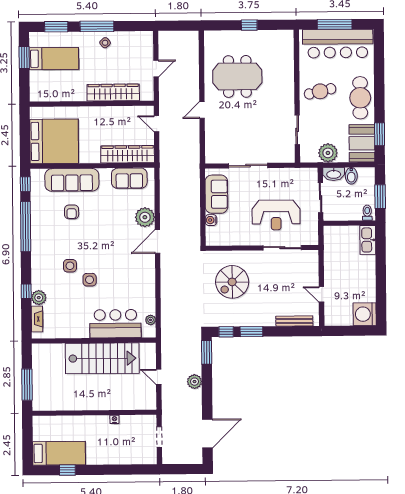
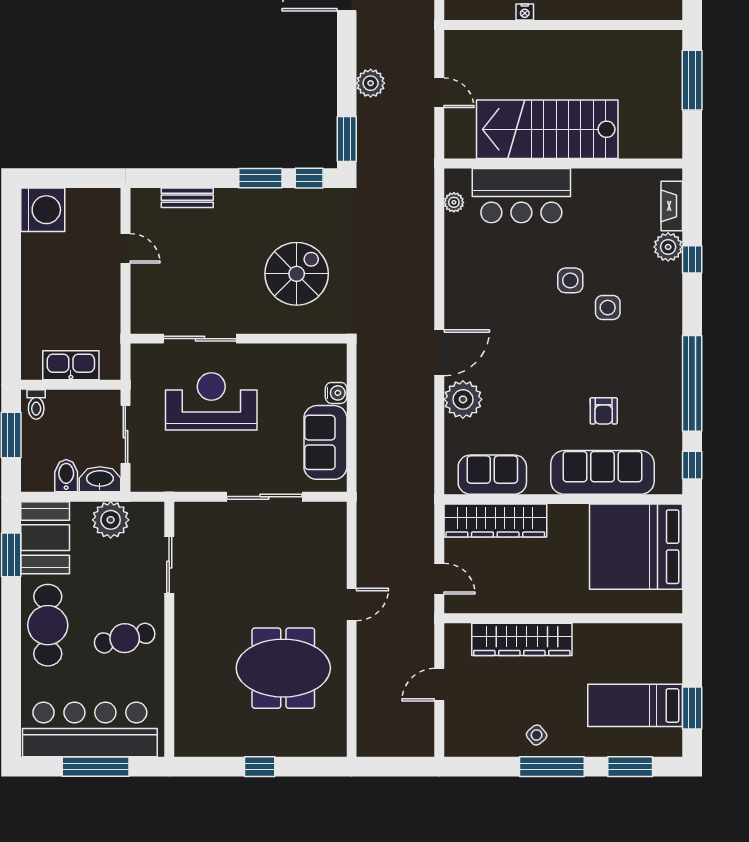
armchair: (72, 212) -> (604, 411), turned 180
kitchen sink: (368, 240) -> (71, 365), moved, turned -90
bench: (294, 321) -> (187, 198), width x0.73

